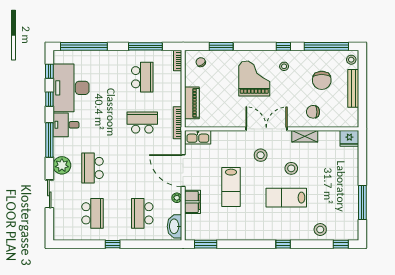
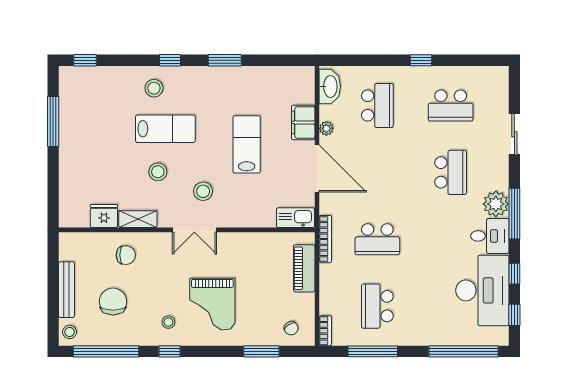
double door: (266, 129) -> (194, 230), width x0.73
fridge: (349, 138) -> (104, 216), moved
plant: (62, 165) -> (496, 204), moved
school desk: (93, 213) -> (451, 106), turned -90
stool: (320, 229) -> (154, 88), moved
window: (206, 244) -> (225, 60), moved

